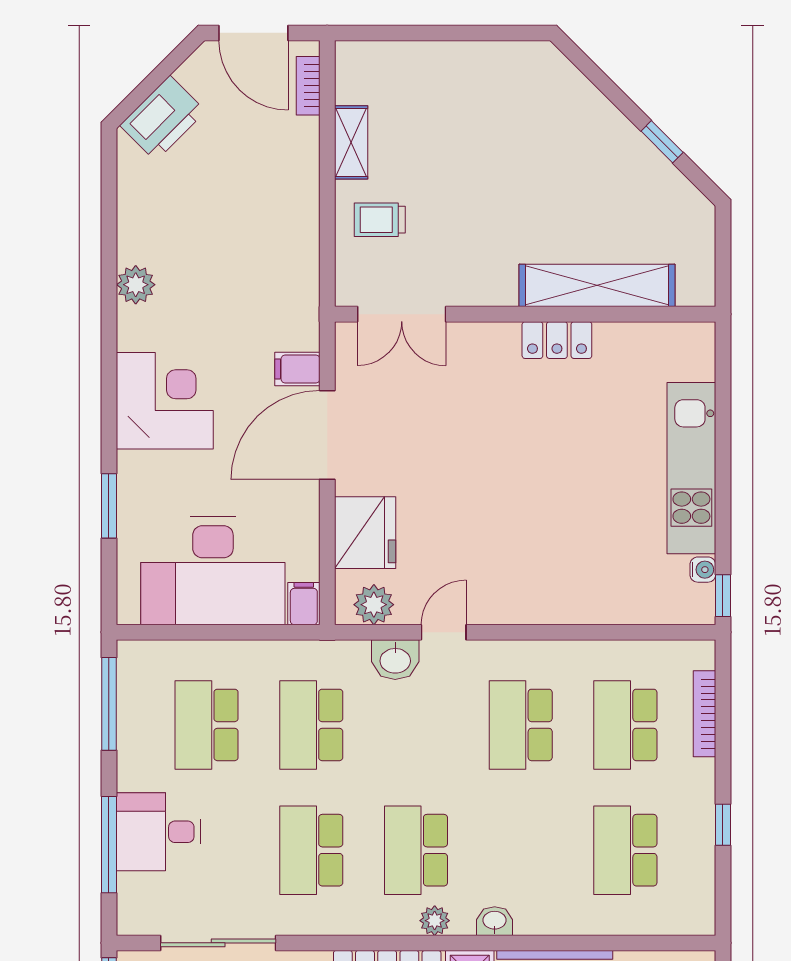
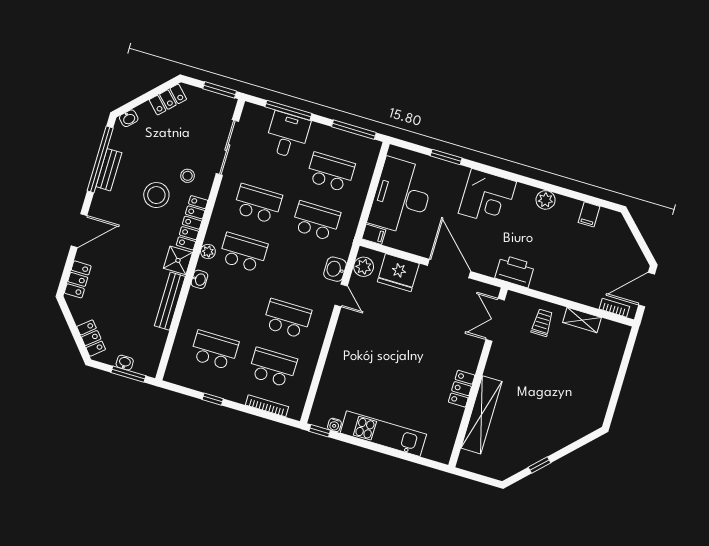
printer: (163, 118) -> (515, 271), moved, turned 135
filing cabinet: (297, 369) -> (589, 214), moved, turned 180

